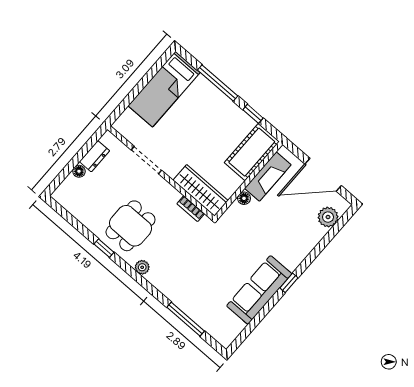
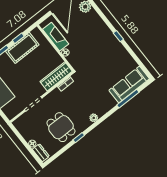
cot: (252, 152) -> (22, 48), moved, turned 90
dresser: (95, 156) -> (41, 153), moved
dining table: (131, 226) -> (61, 127), moved
sofa: (259, 290) -> (129, 85), moved, turned 90

